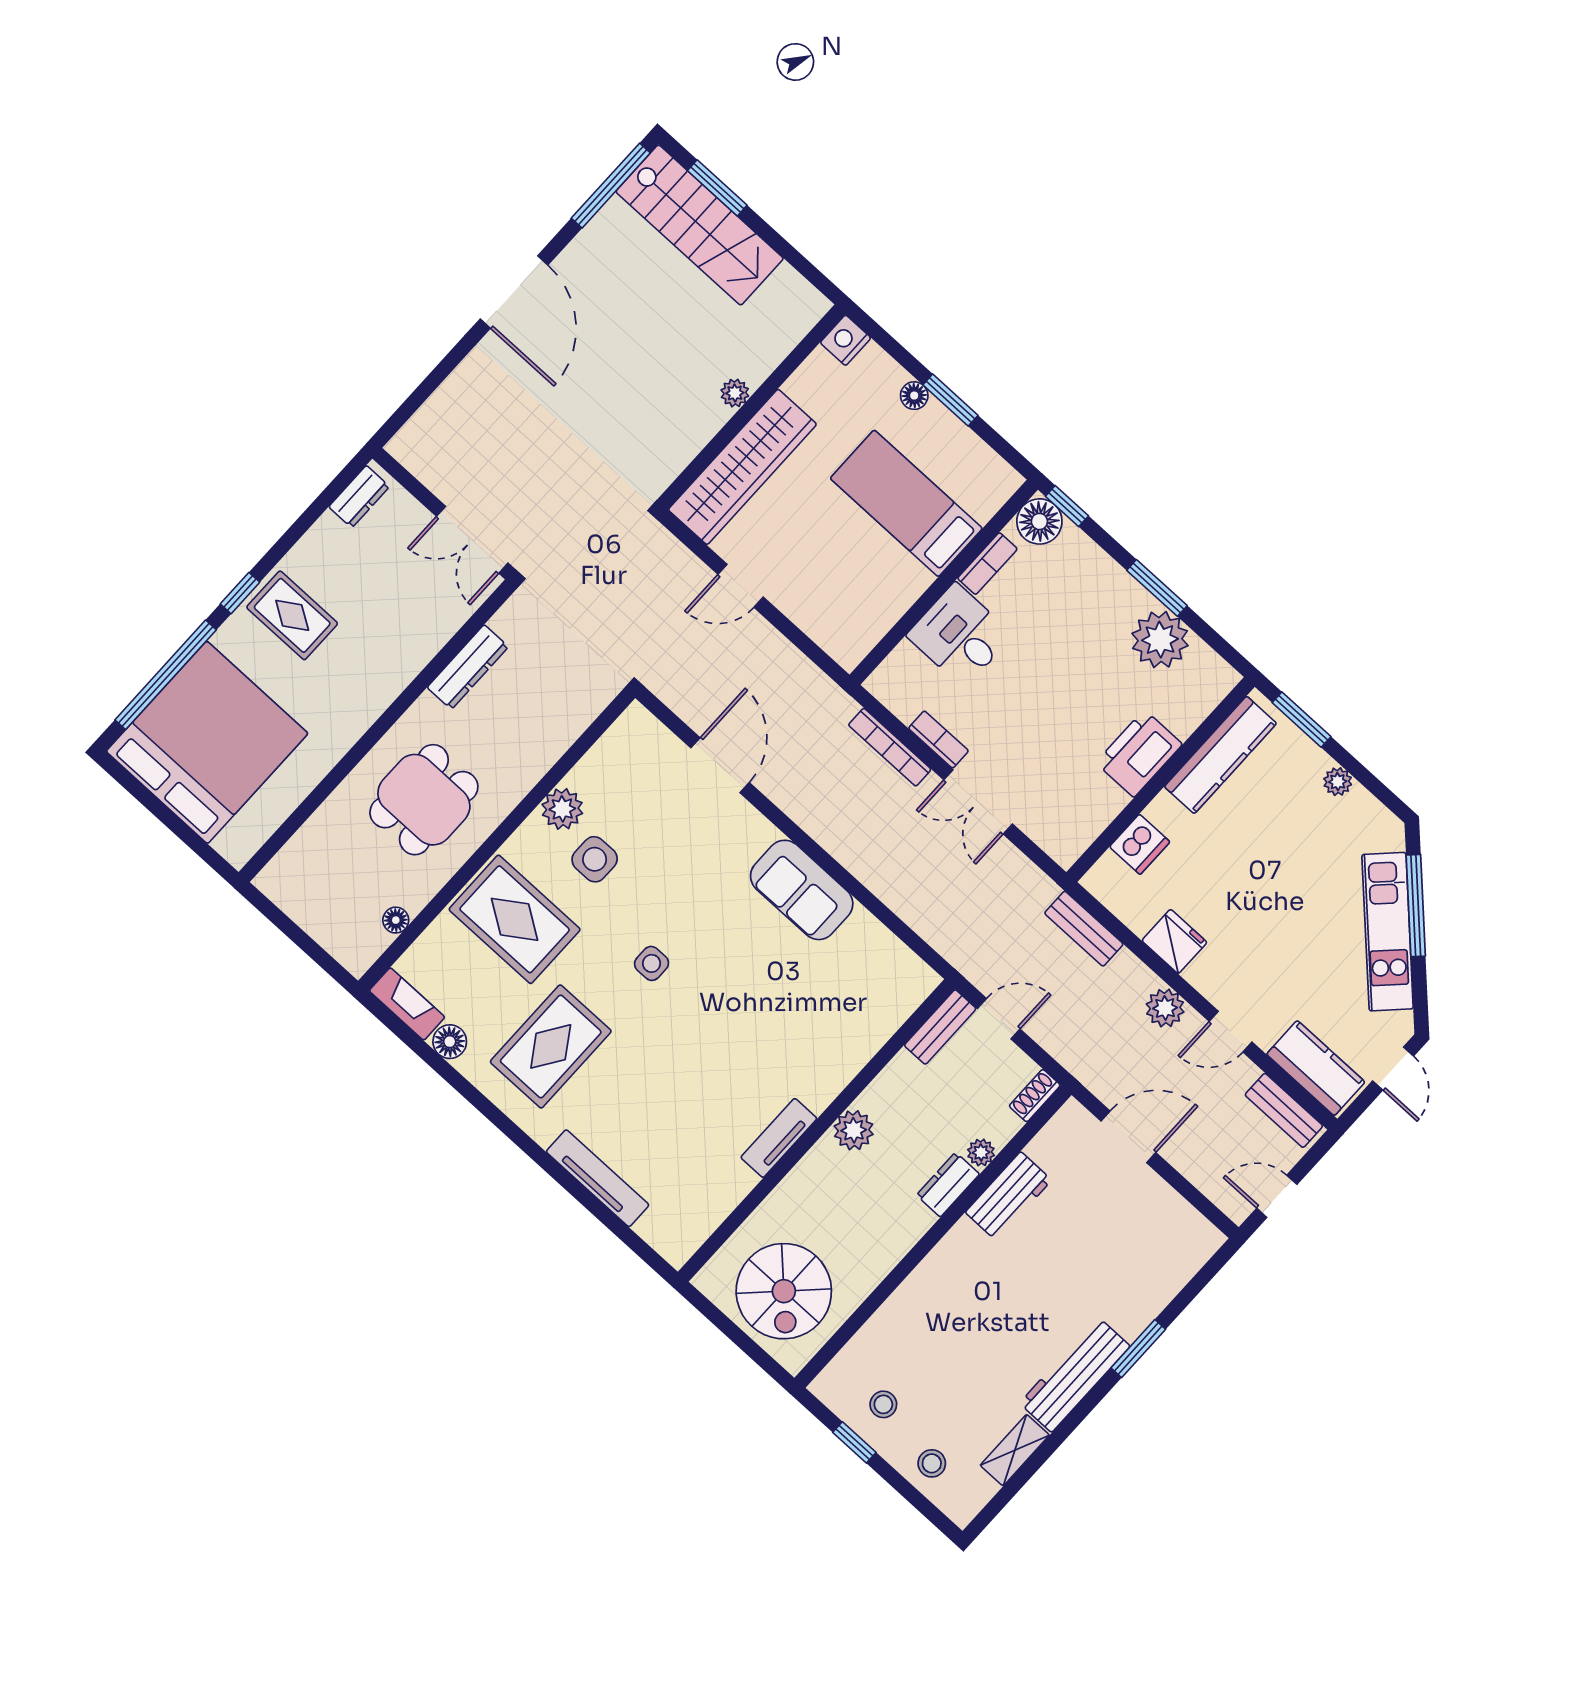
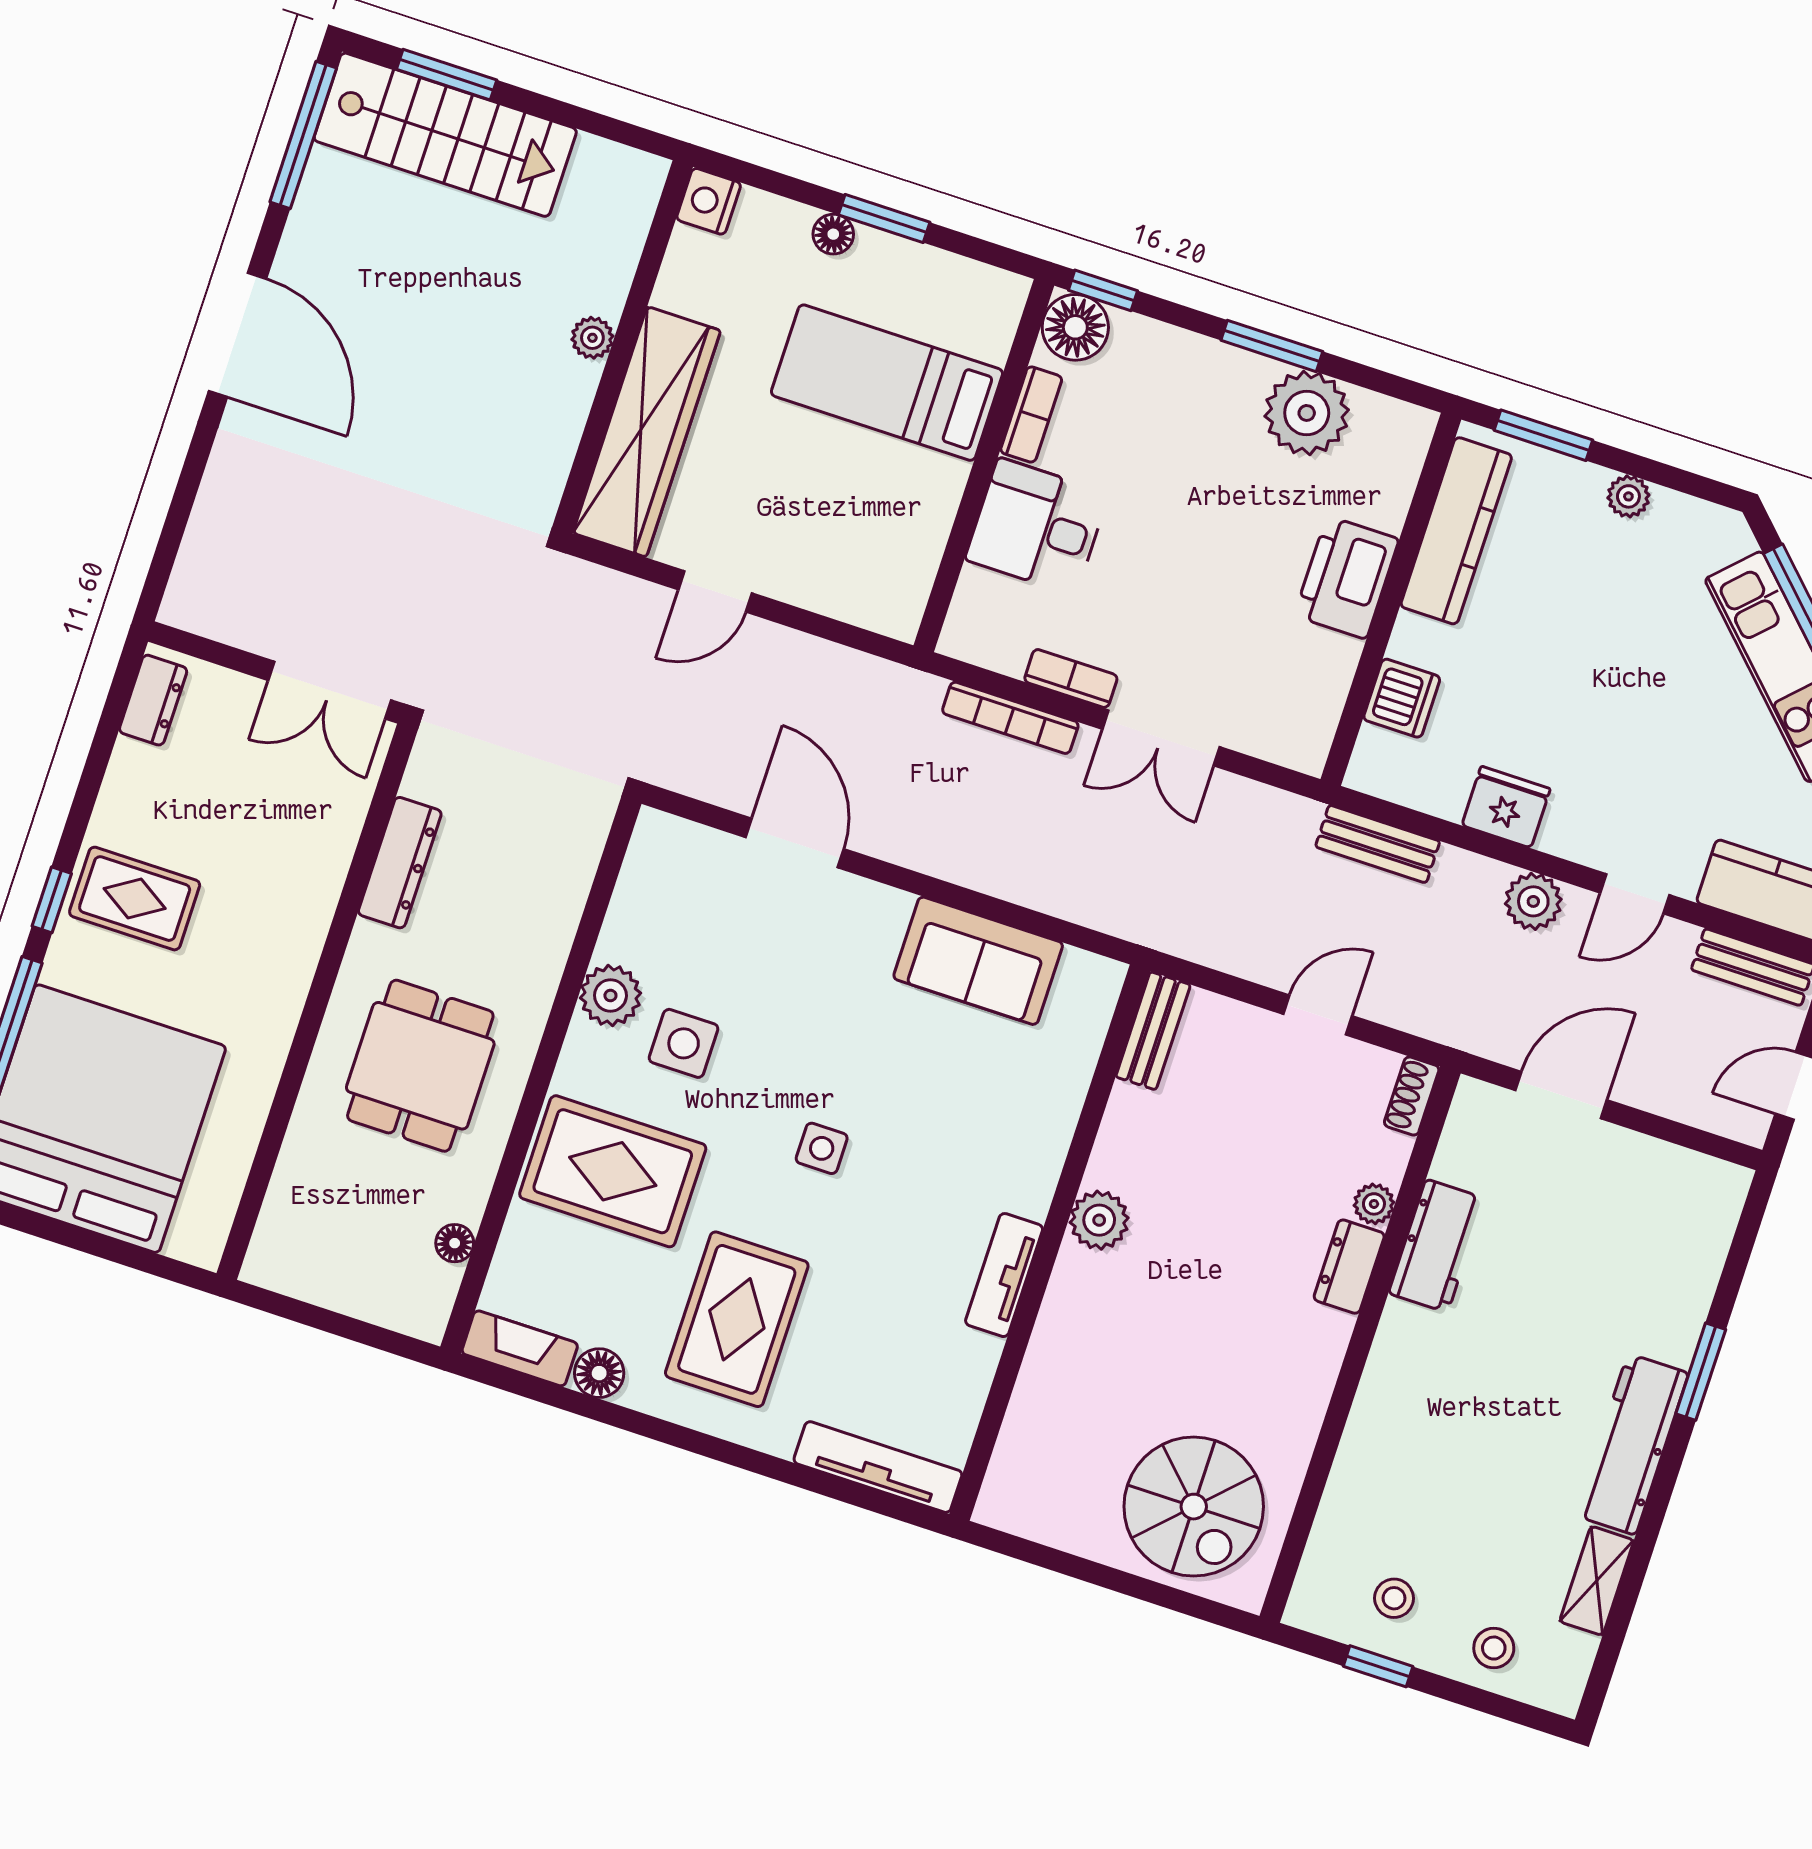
bench: (940, 1027) -> (1153, 1031), moved
wall: (816, 1130) -> (1050, 1243), moved
plant: (854, 1130) -> (1099, 1220), moved
tv unit: (779, 1138) -> (1004, 1275), moved

